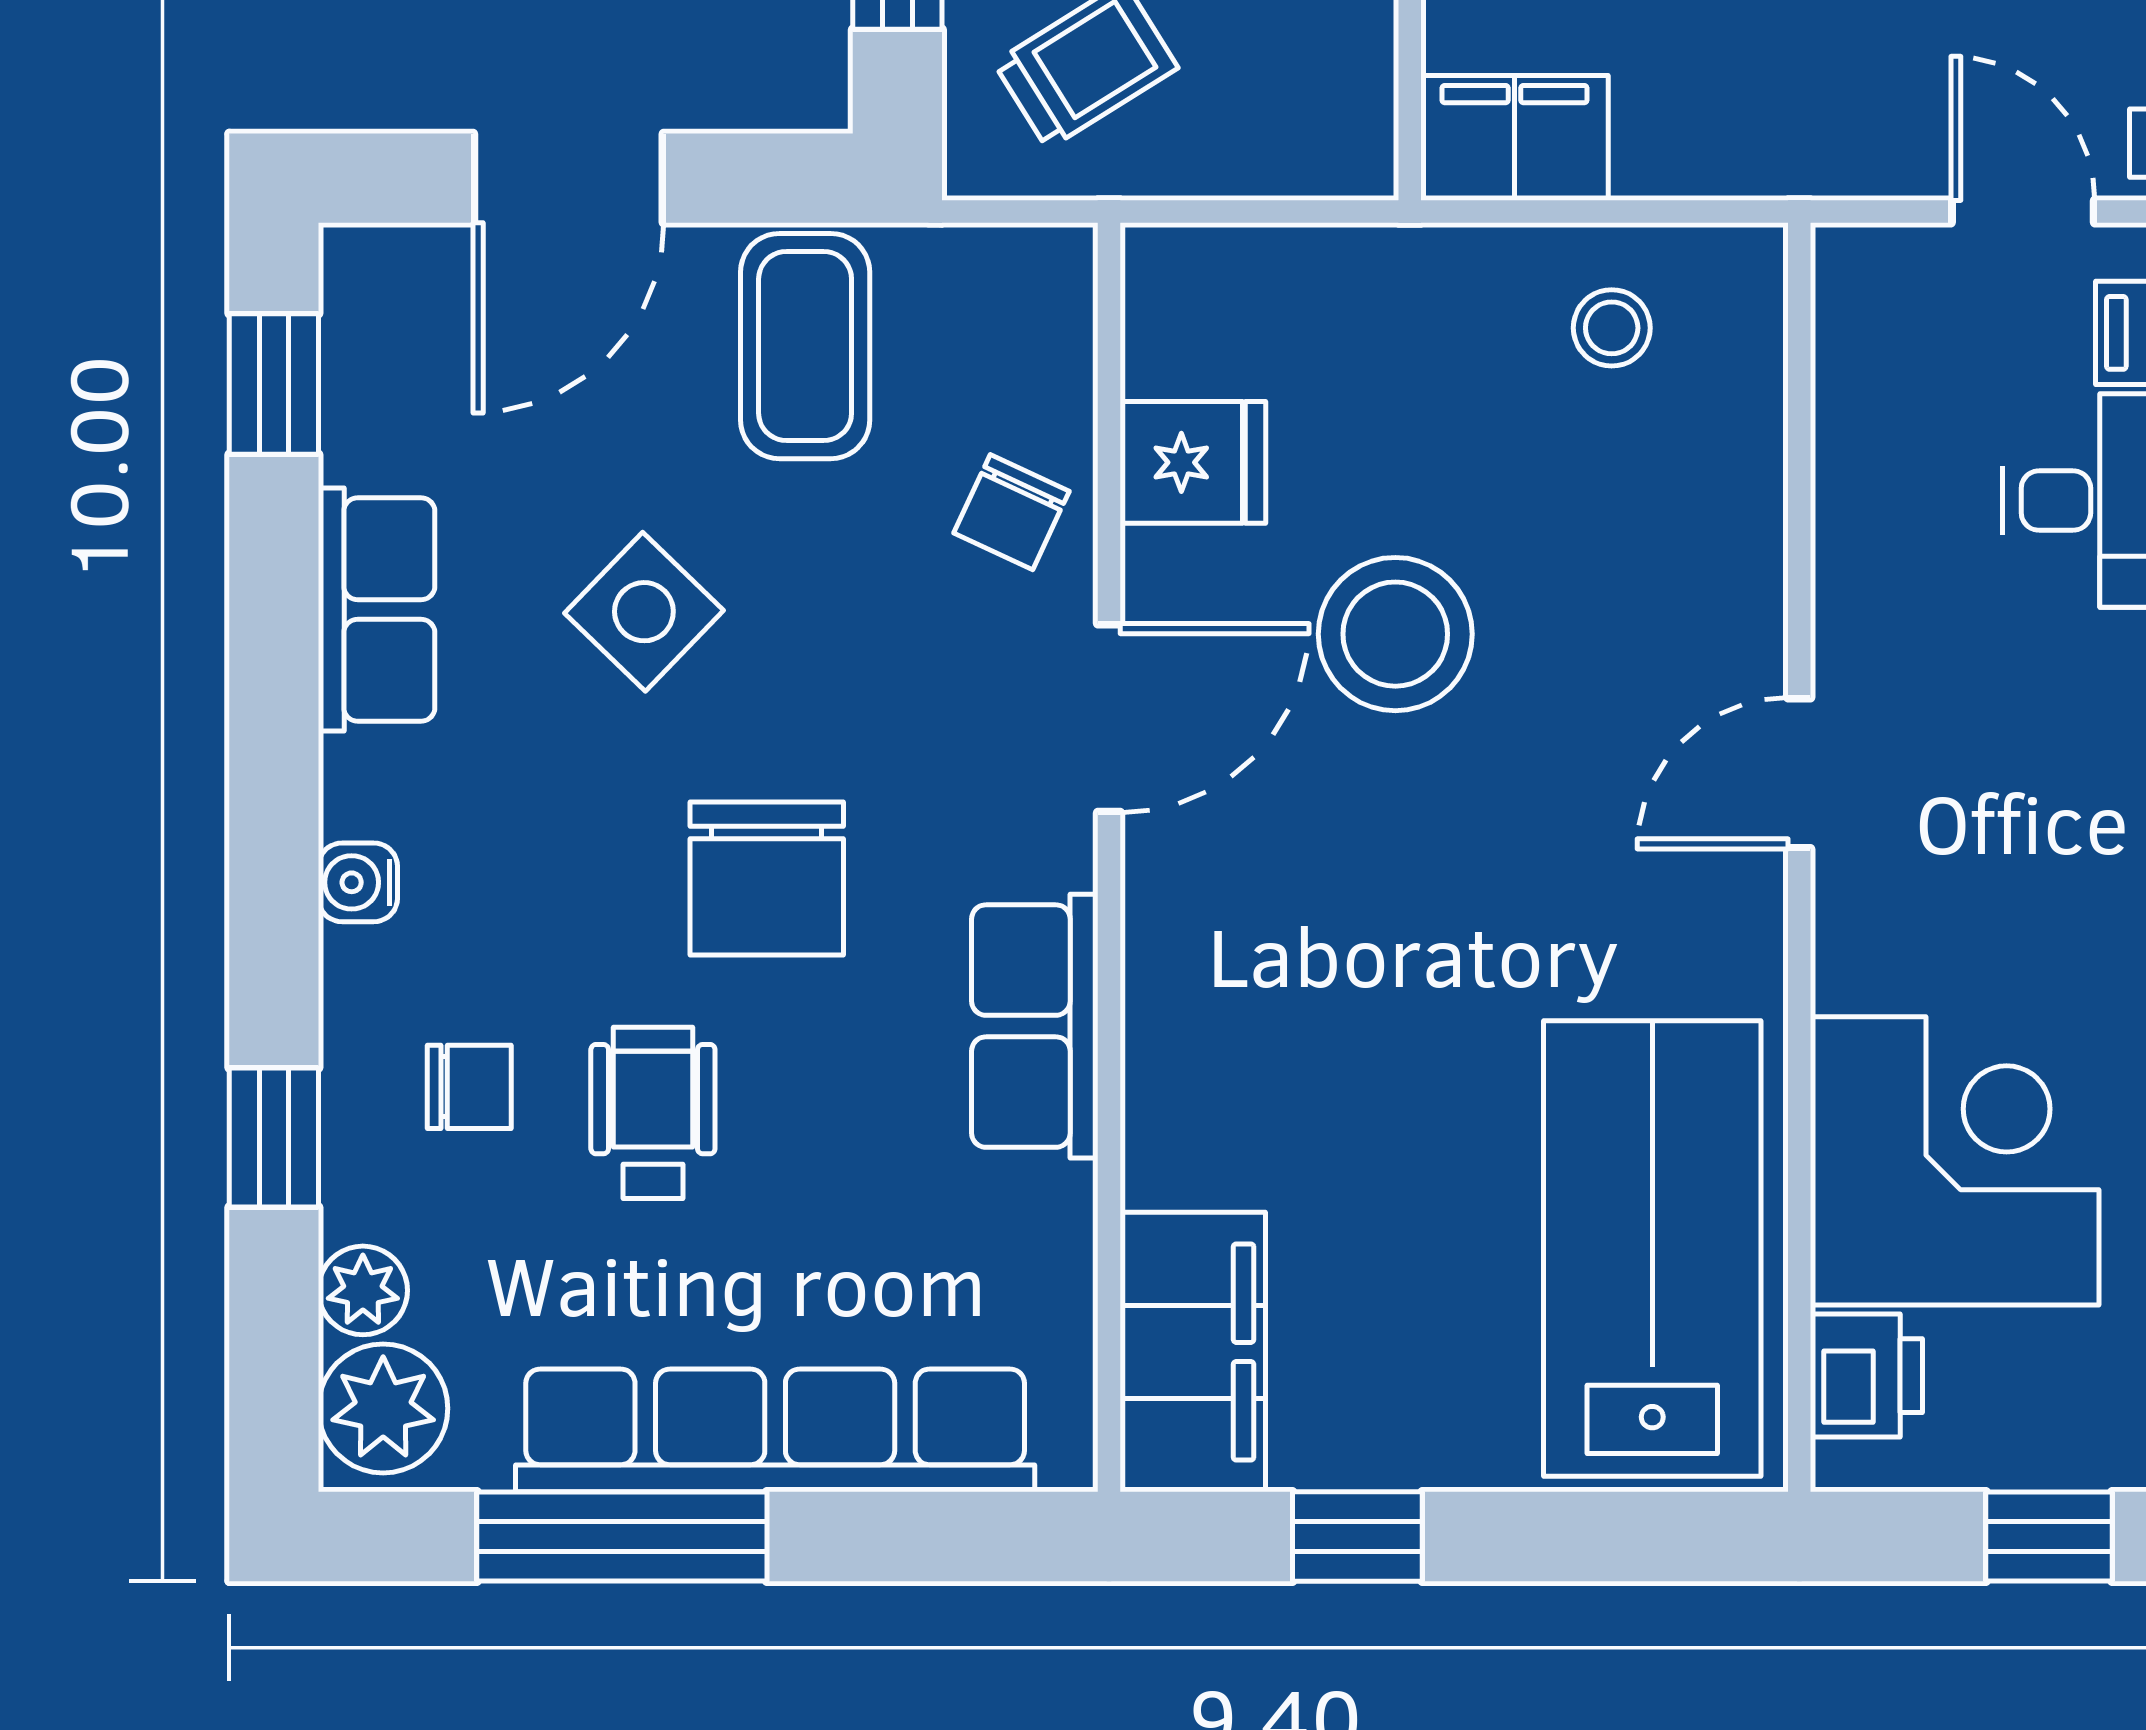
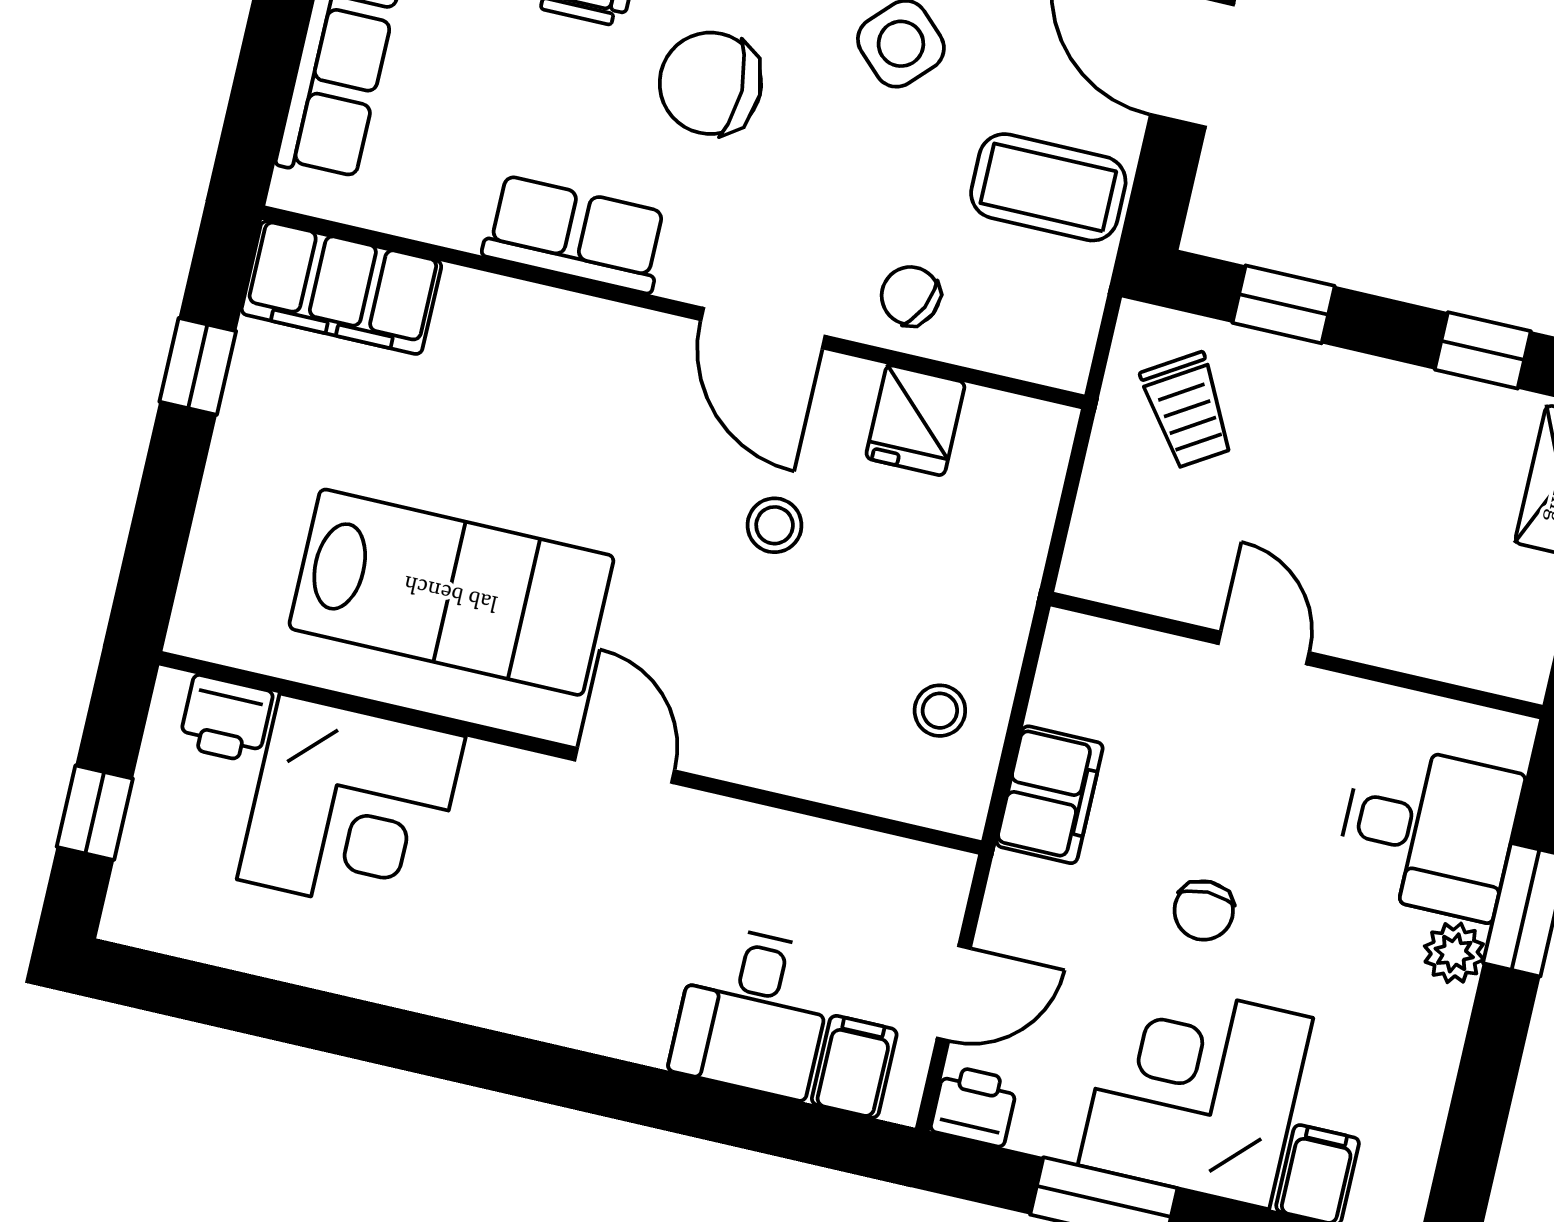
filing cabinet: (1515, 138) -> (1050, 795), moved
stool: (1395, 634) -> (775, 525), width x0.53, depth x0.53
lab bench: (1652, 1248) -> (451, 592), moved

